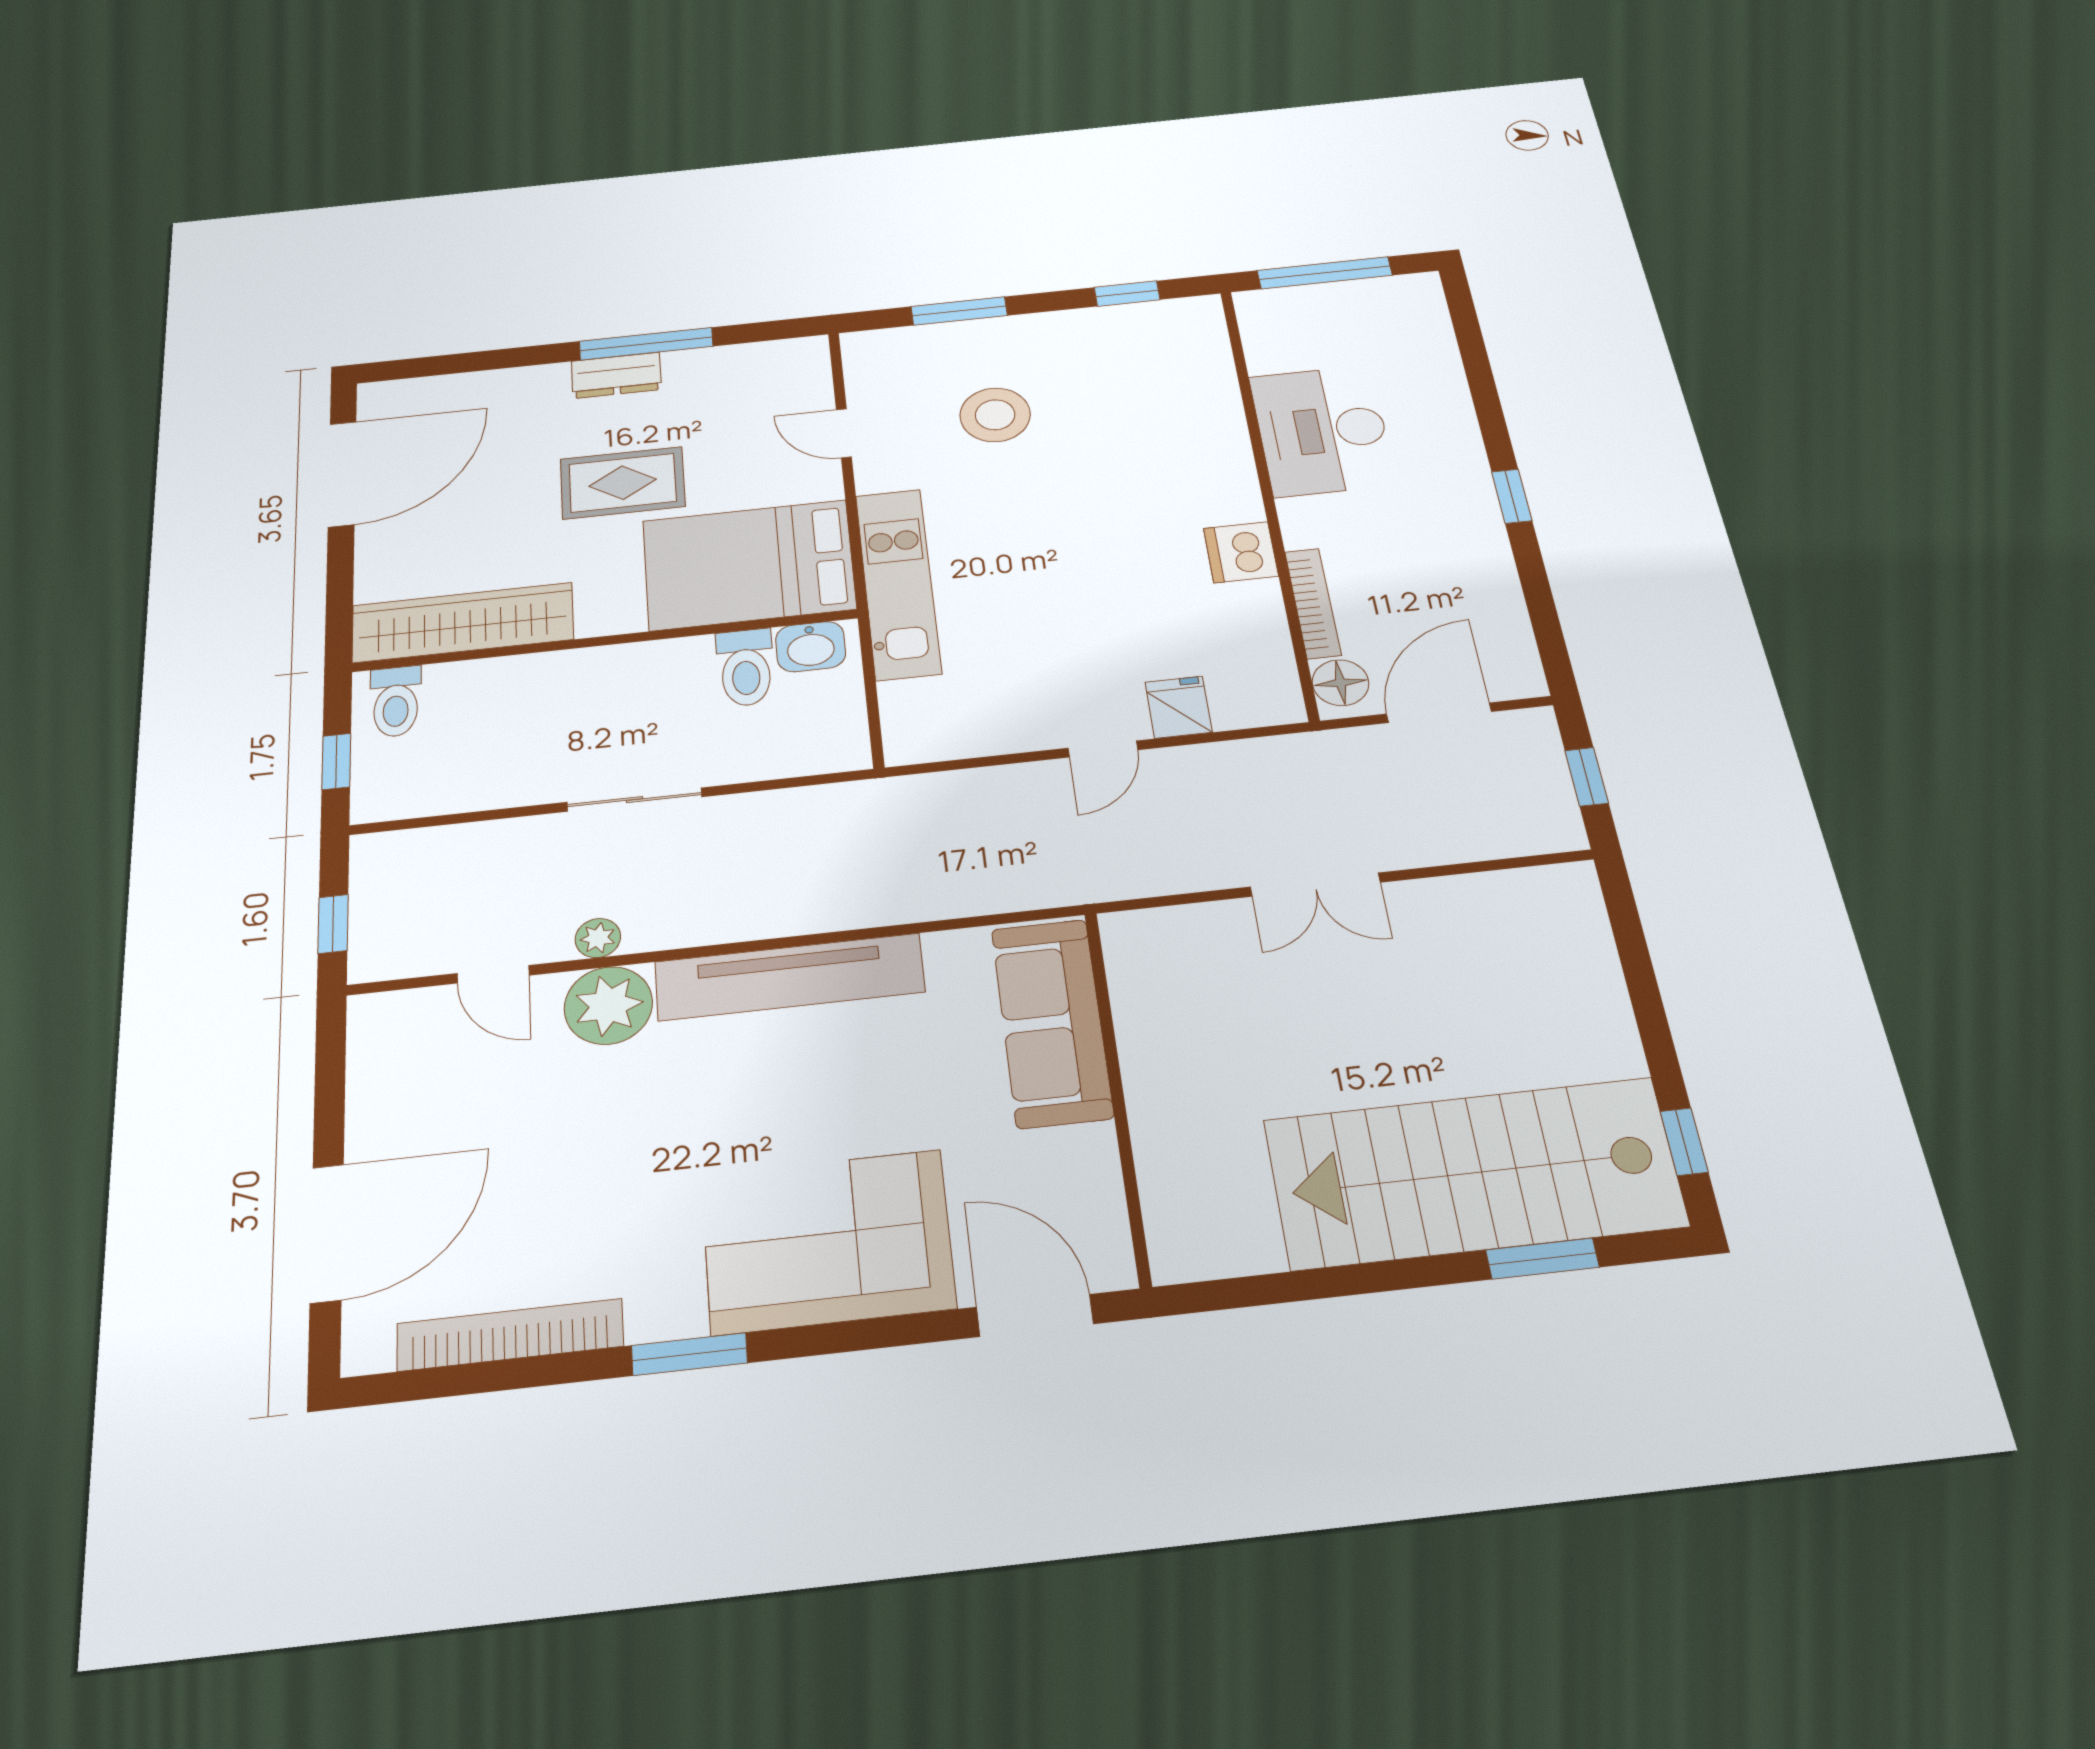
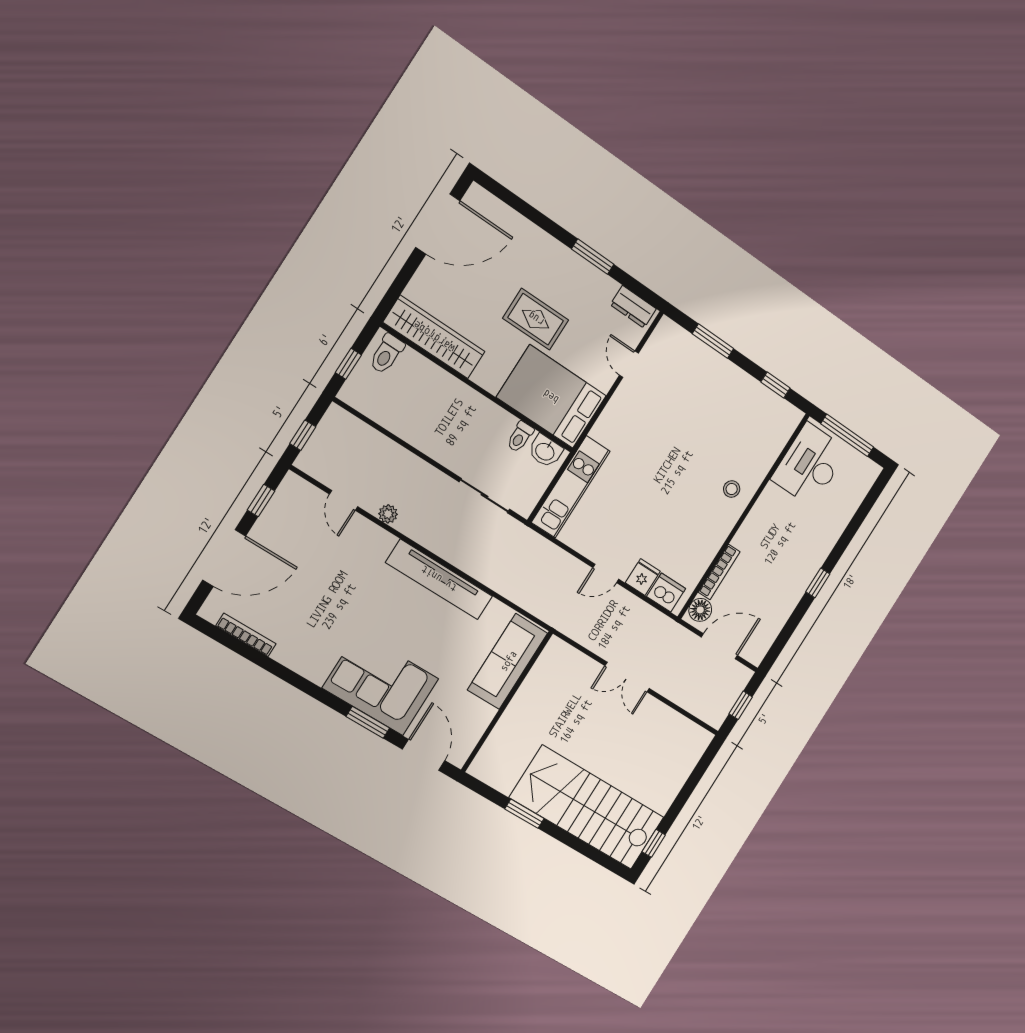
window: (646, 344) -> (593, 257), width x0.69
dresser: (616, 375) -> (633, 307), moved
stool: (995, 415) -> (732, 489), moved, width x0.53, depth x0.53
desk: (1322, 430) -> (810, 465), moved
dishwasher: (1241, 552) -> (666, 593), moved, turned 90
kitchen unit: (898, 583) -> (571, 487), moved
toilet: (746, 667) -> (520, 437), width x0.73, depth x0.72
sliding door: (635, 800) -> (485, 496), moved
plant: (608, 1005) -> (373, 543), removed
window: (330, 1083) -> (261, 500), added
window: (1542, 1259) -> (524, 814), moved
bookcase: (510, 1335) -> (246, 635), width x0.68, depth x0.76
window: (689, 1354) -> (368, 722), moved

